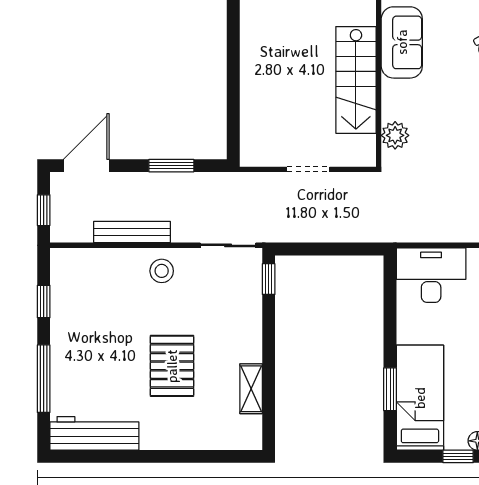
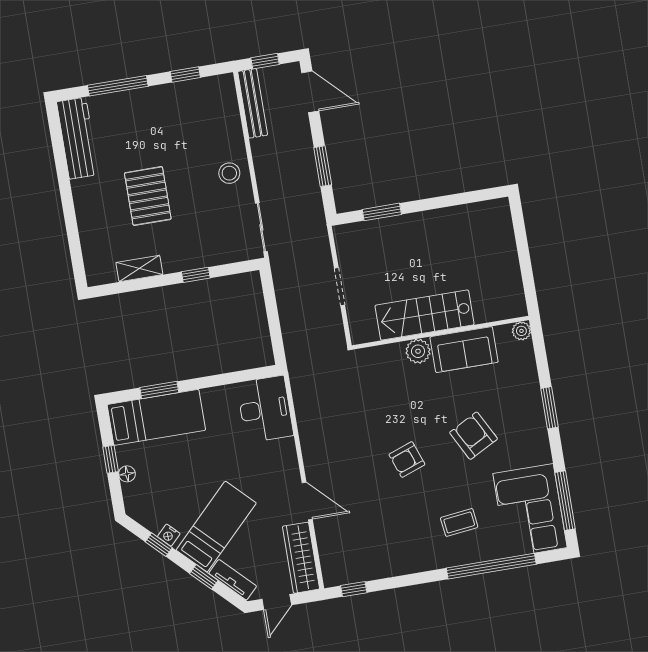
window: (233, 108) -> (382, 212), added
plant: (395, 135) -> (418, 351), moved
bench: (132, 232) -> (253, 103), moved
window: (269, 279) -> (196, 275), moved
pallet: (172, 366) -> (148, 196), turned 90

